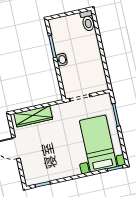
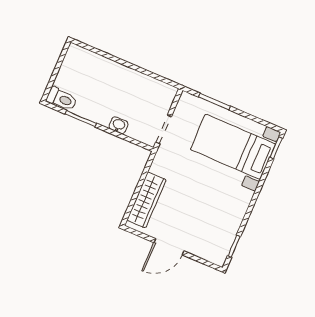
toilet: (88, 21) -> (62, 99), moved
washbasin: (62, 60) -> (119, 125), moved

